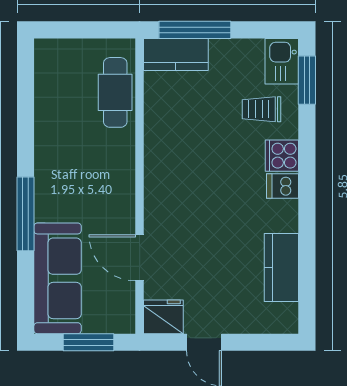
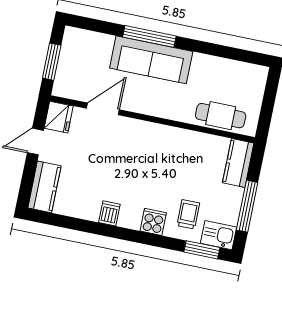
window: (195, 30) -> (247, 206), moved
dishwasher: (283, 186) -> (109, 213), moved
kitchen counter: (281, 268) -> (44, 187), moved, turned 90
sofa: (58, 278) -> (151, 60), moved

